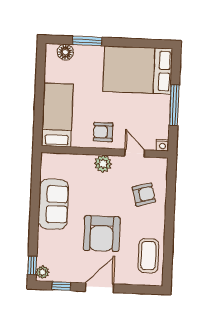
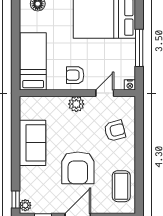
door: (135, 153) -> (105, 93), hinge flipped

